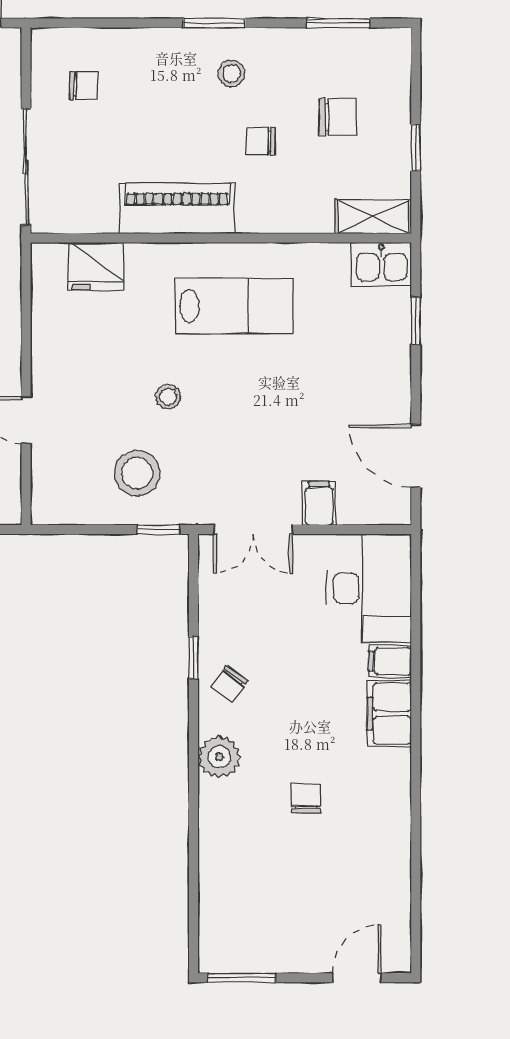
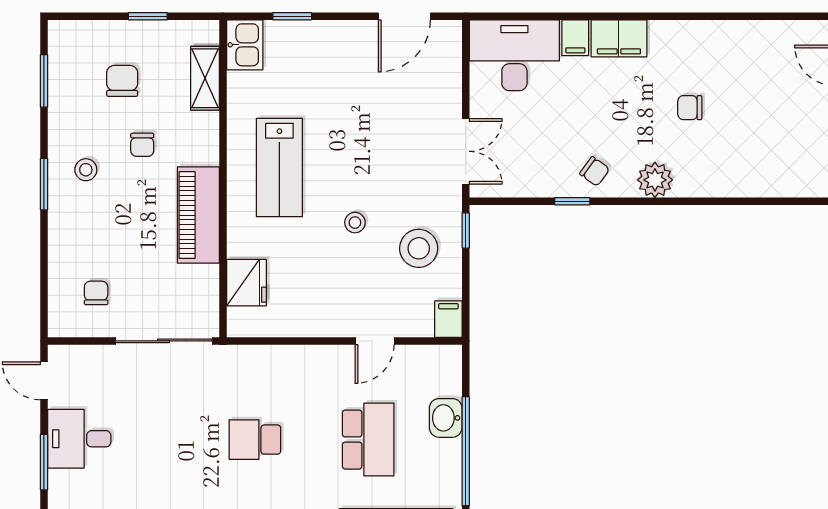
shelving: (373, 217) -> (205, 78), moved
lab bench: (234, 306) -> (279, 168), turned 180
filing cabinet: (319, 503) -> (448, 319), moved, turned 90

